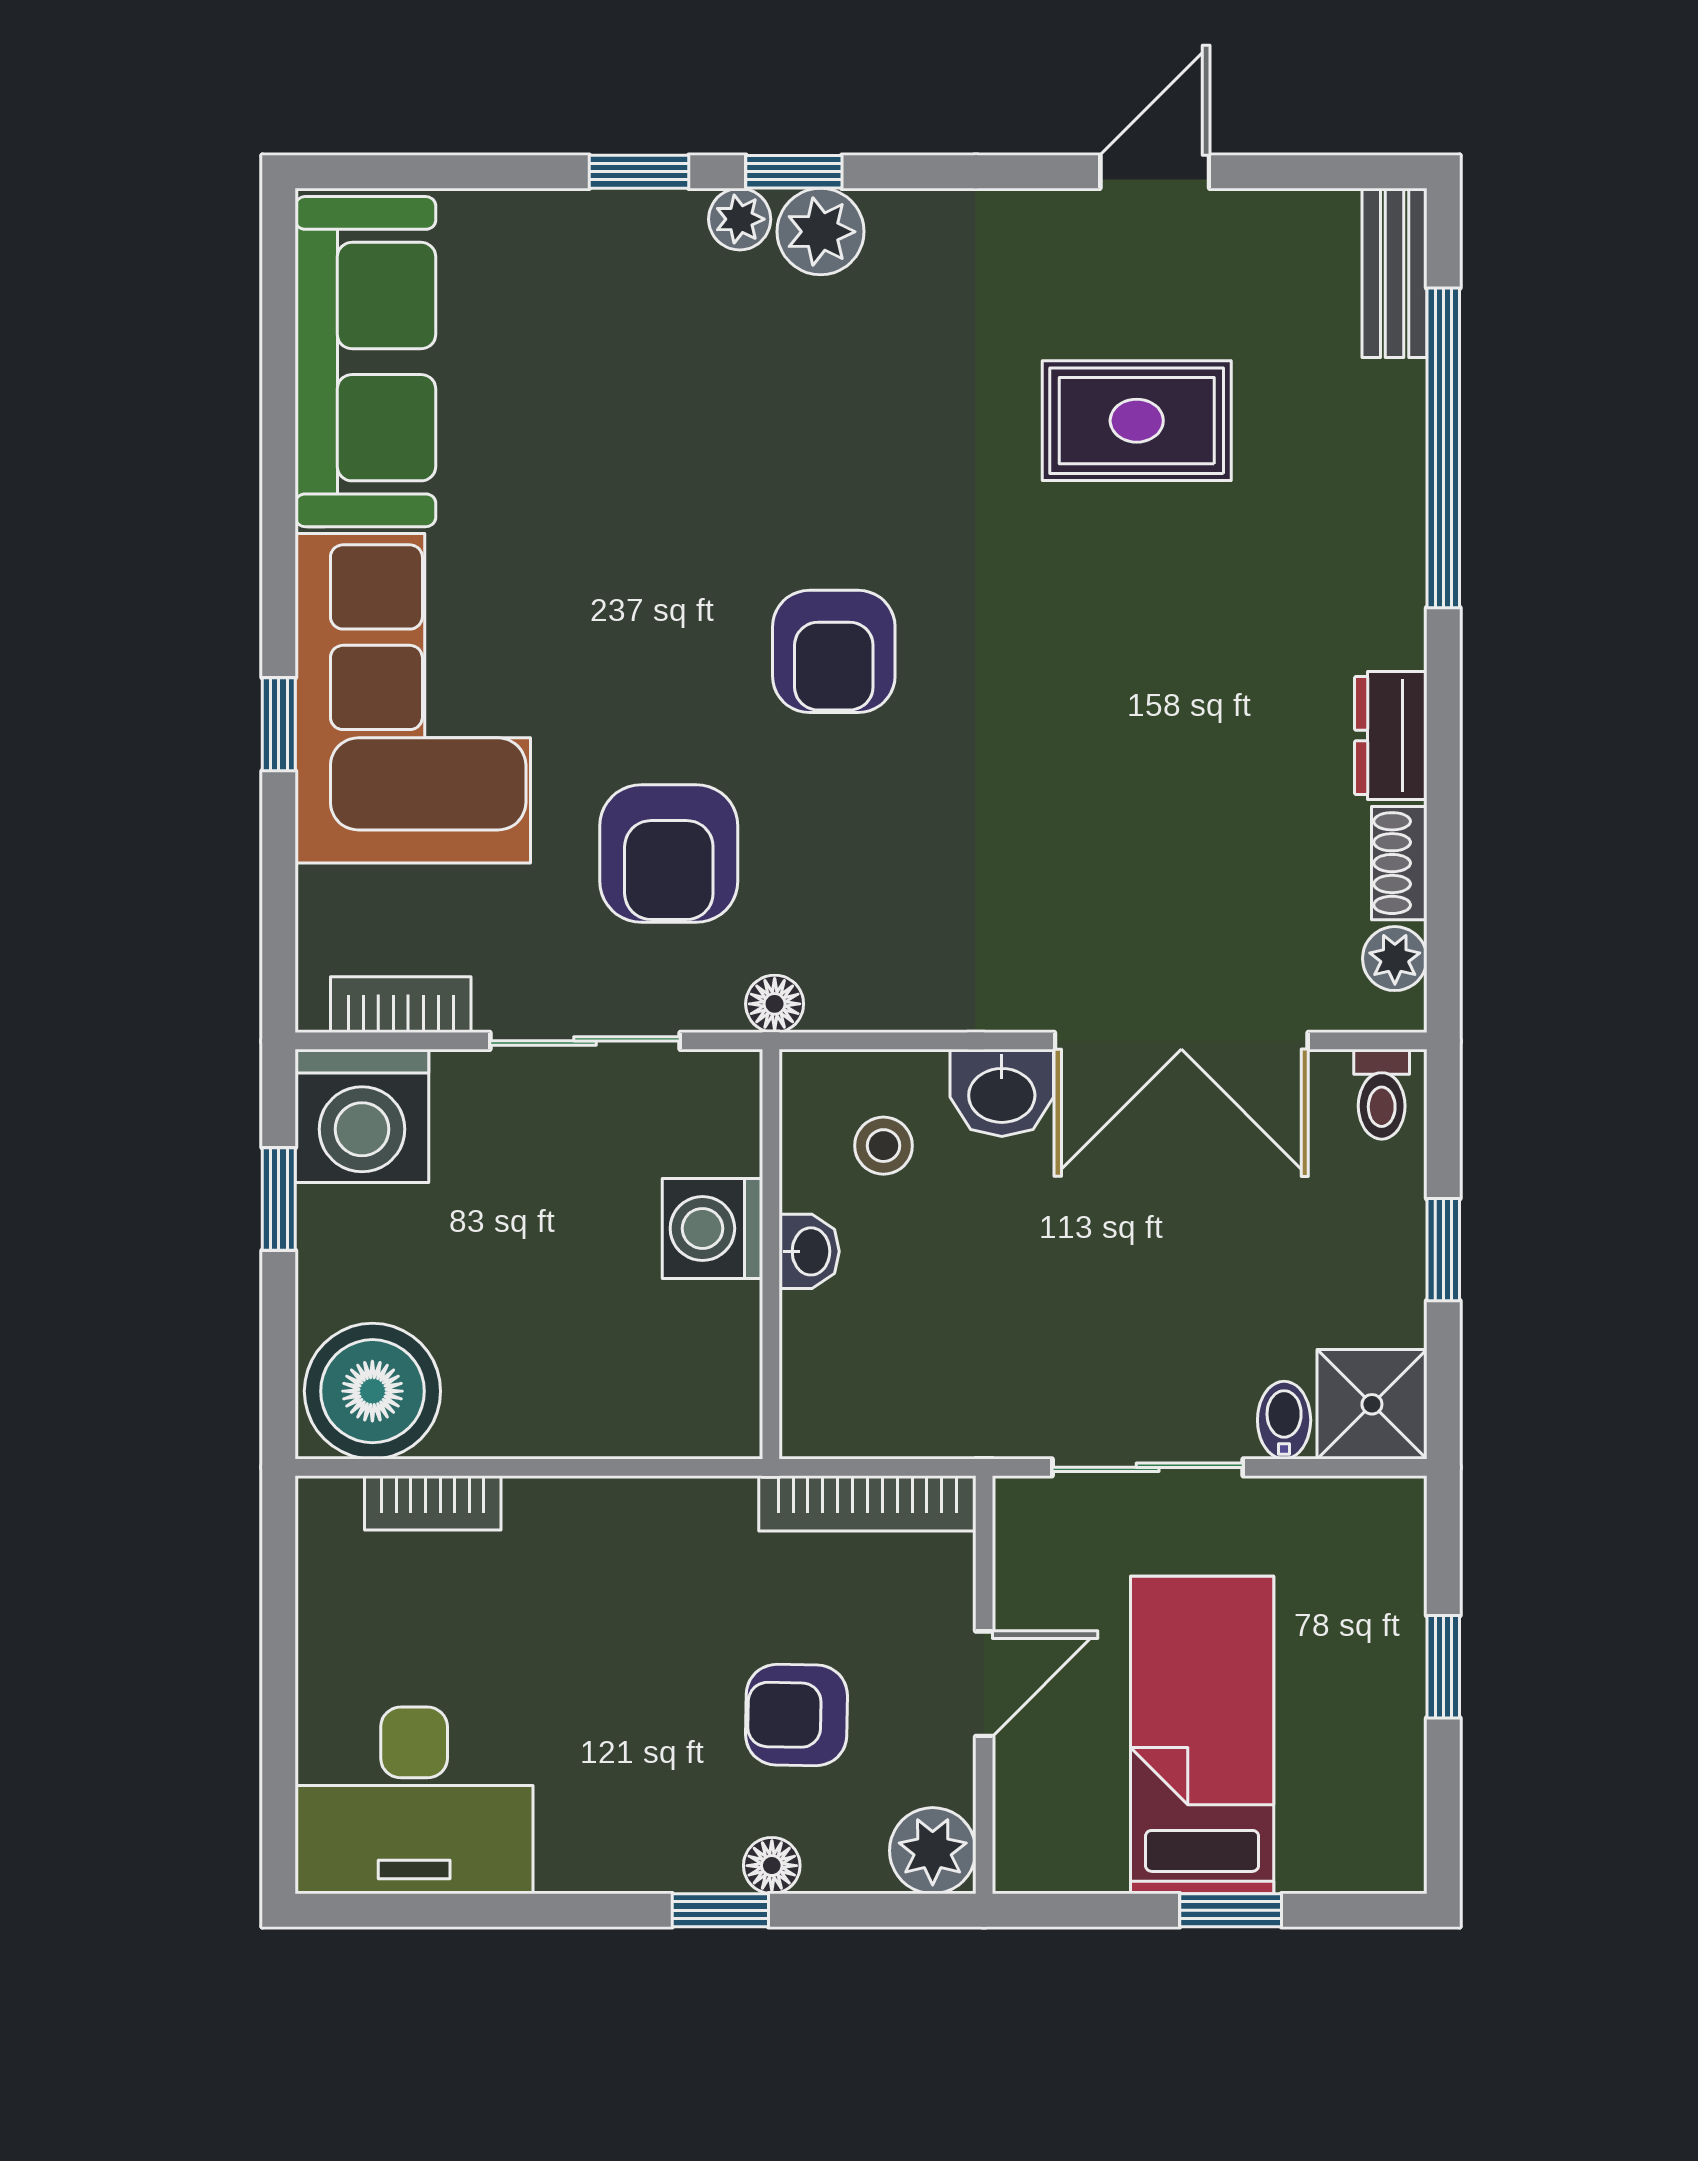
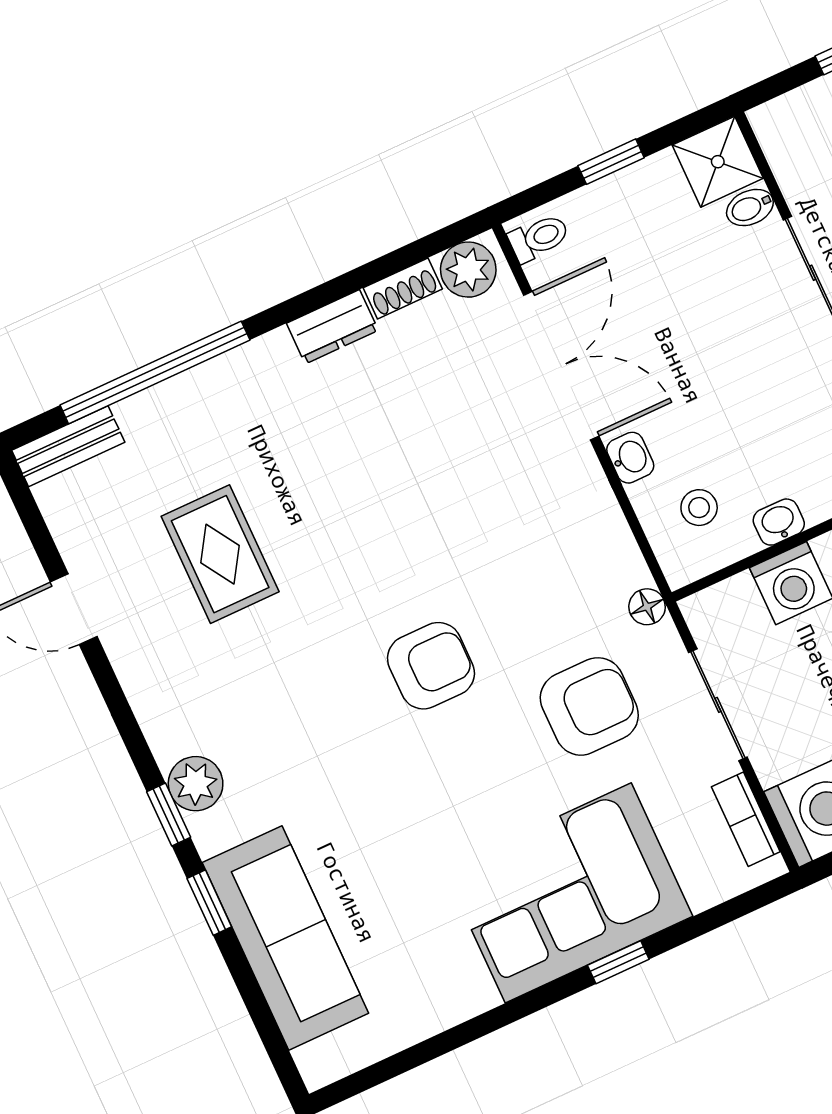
plant: (740, 219) -> (210, 833), removed
sofa: (365, 362) -> (285, 938), moved, turned 90
plant: (1395, 959) -> (468, 270), width x1.38, depth x1.38
washbasin: (1002, 1093) -> (630, 458), width x0.72, depth x0.69

